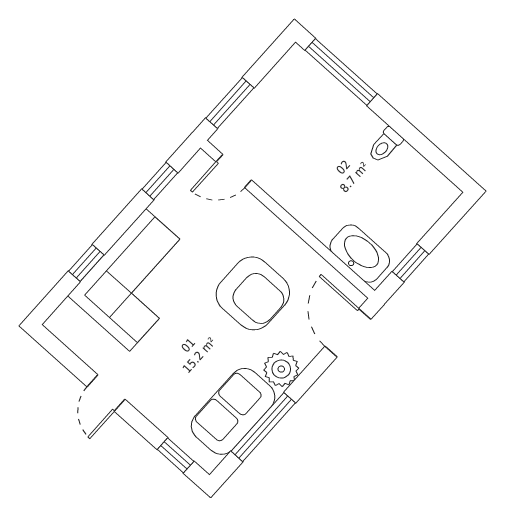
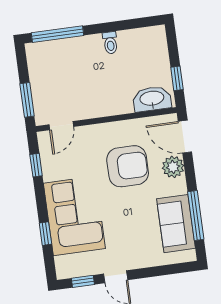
plant: (281, 369) -> (173, 167), moved
window: (176, 455) -> (83, 281), moved

